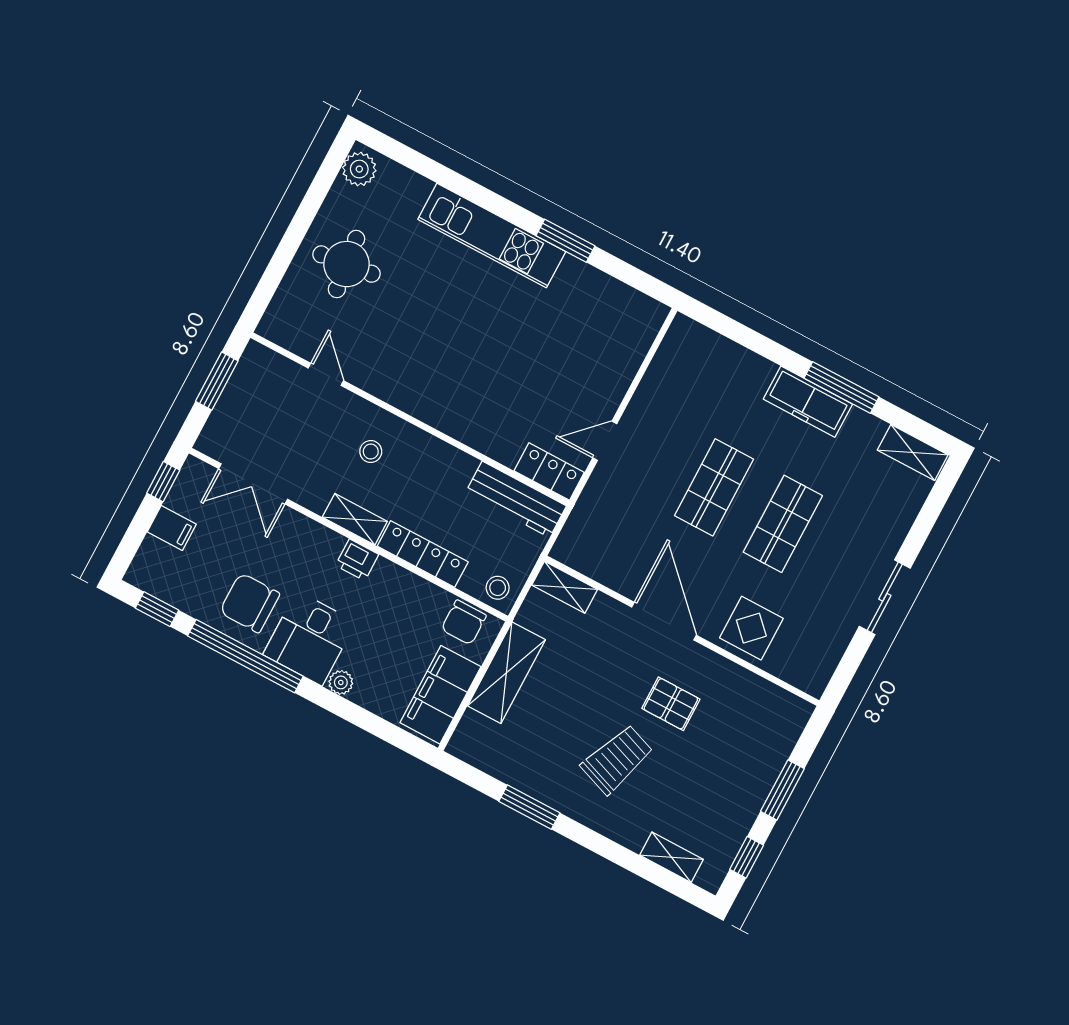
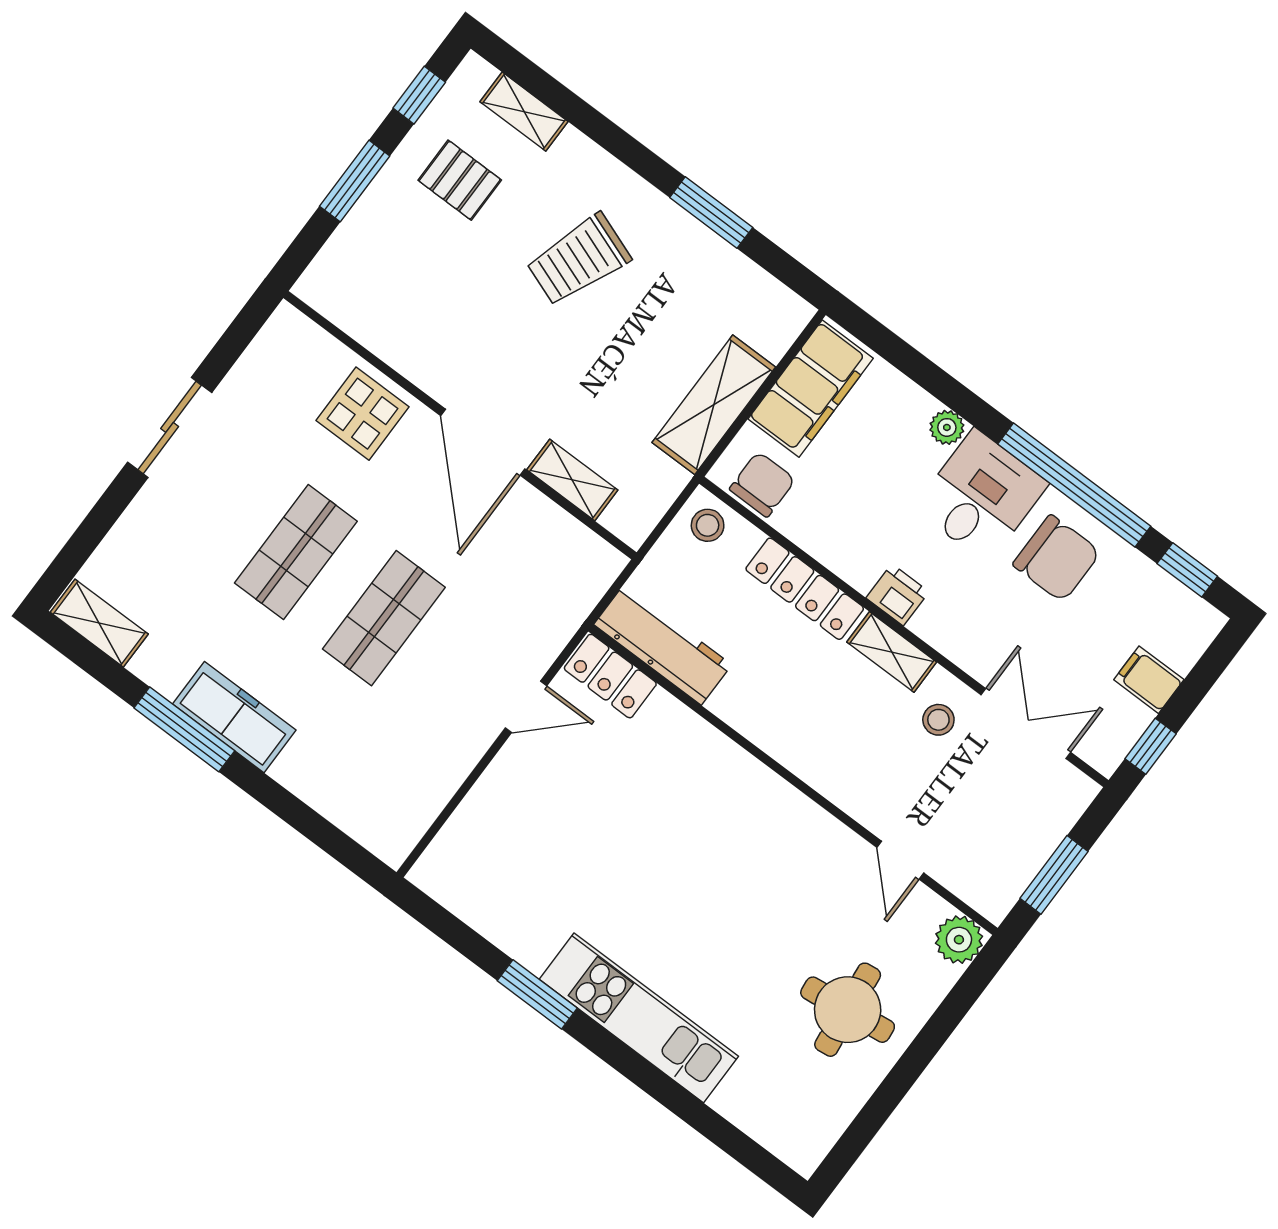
plant: (359, 169) -> (959, 940), moved
stool: (371, 452) -> (938, 720), moved
shelving: (565, 587) -> (572, 480), moved
pallet: (671, 704) -> (460, 180), moved

